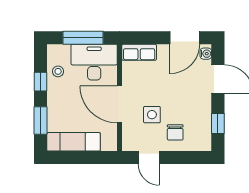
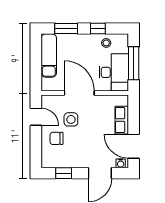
row of seats: (139, 52) -> (122, 120), moved
door: (120, 104) -> (79, 93), hinge flipped
door: (149, 158) -> (36, 117), swing flipped

